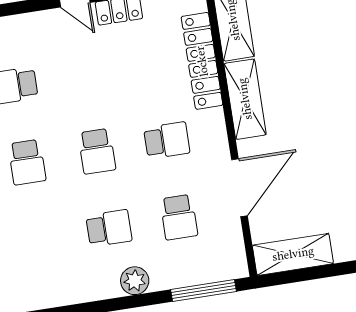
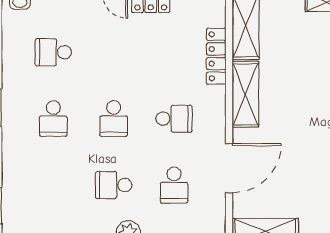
locker: (202, 61) -> (216, 56), width x0.71, depth x0.83
school desk: (109, 228) -> (114, 185), turned 180

